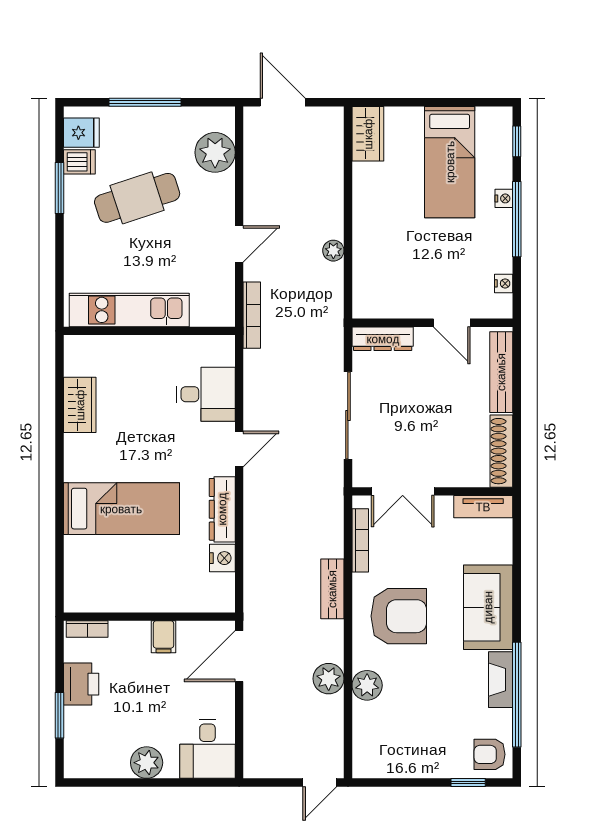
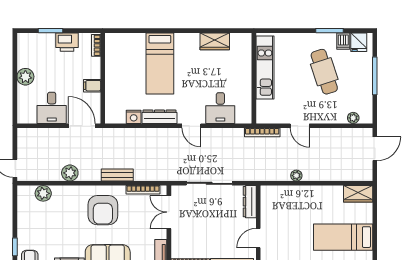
plant: (215, 152) -> (353, 118), width x0.53, depth x0.53
plant: (367, 685) -> (43, 193), moved
desk: (207, 749) -> (52, 108), moved, turned -90

